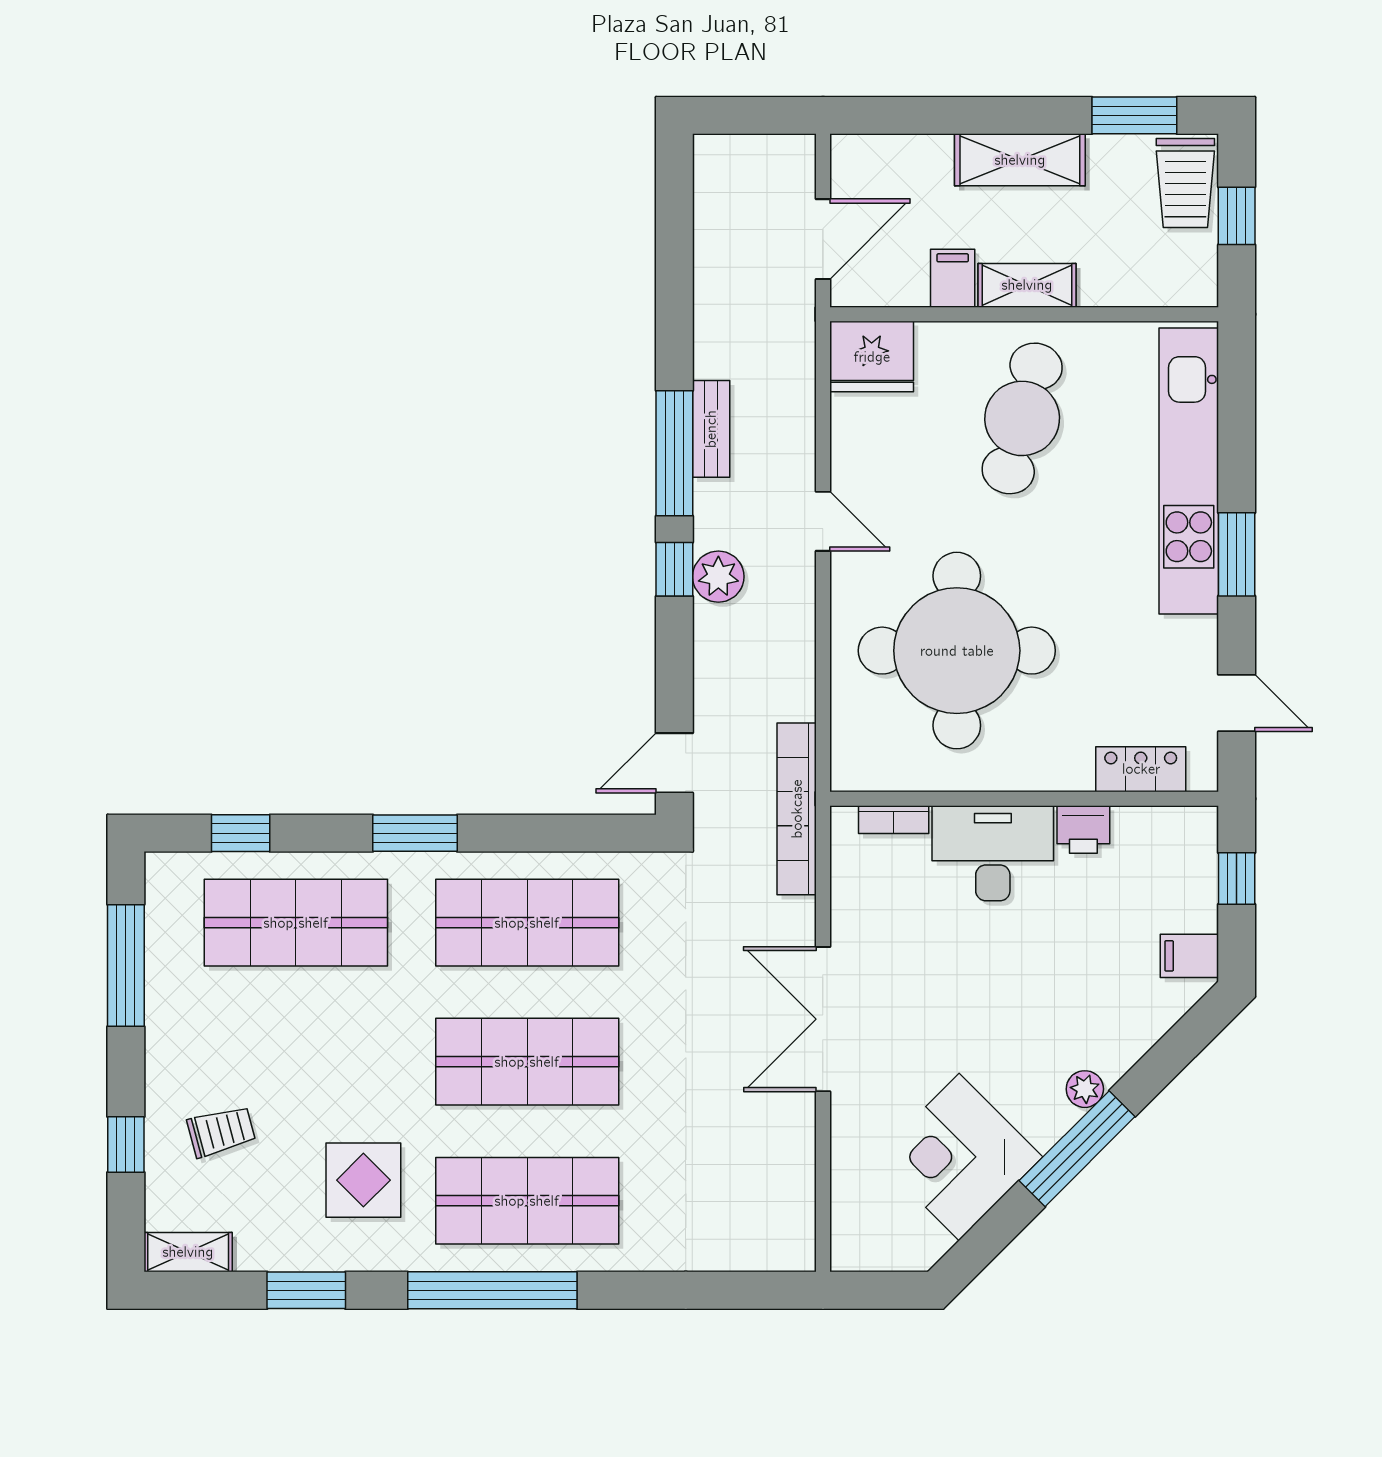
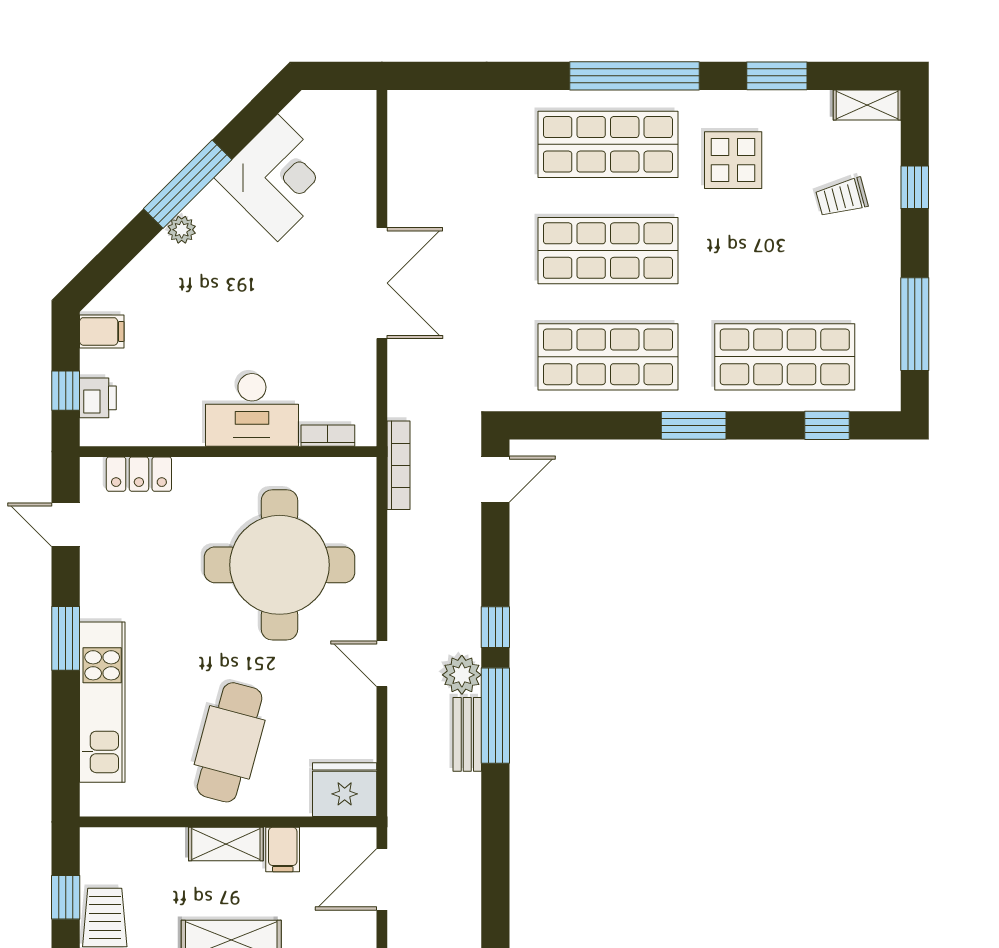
kitchen unit: (1189, 471) -> (102, 702), width x0.73
plant: (718, 577) -> (462, 675), moved
bookcase: (797, 809) -> (398, 465), width x0.68, depth x0.76
printer: (1083, 830) -> (98, 398), moved, turned 90

